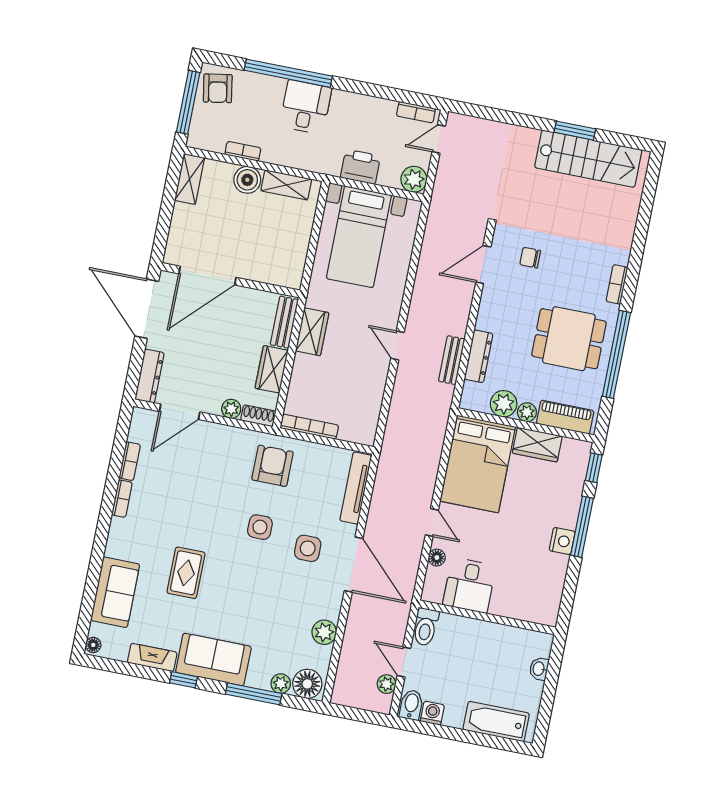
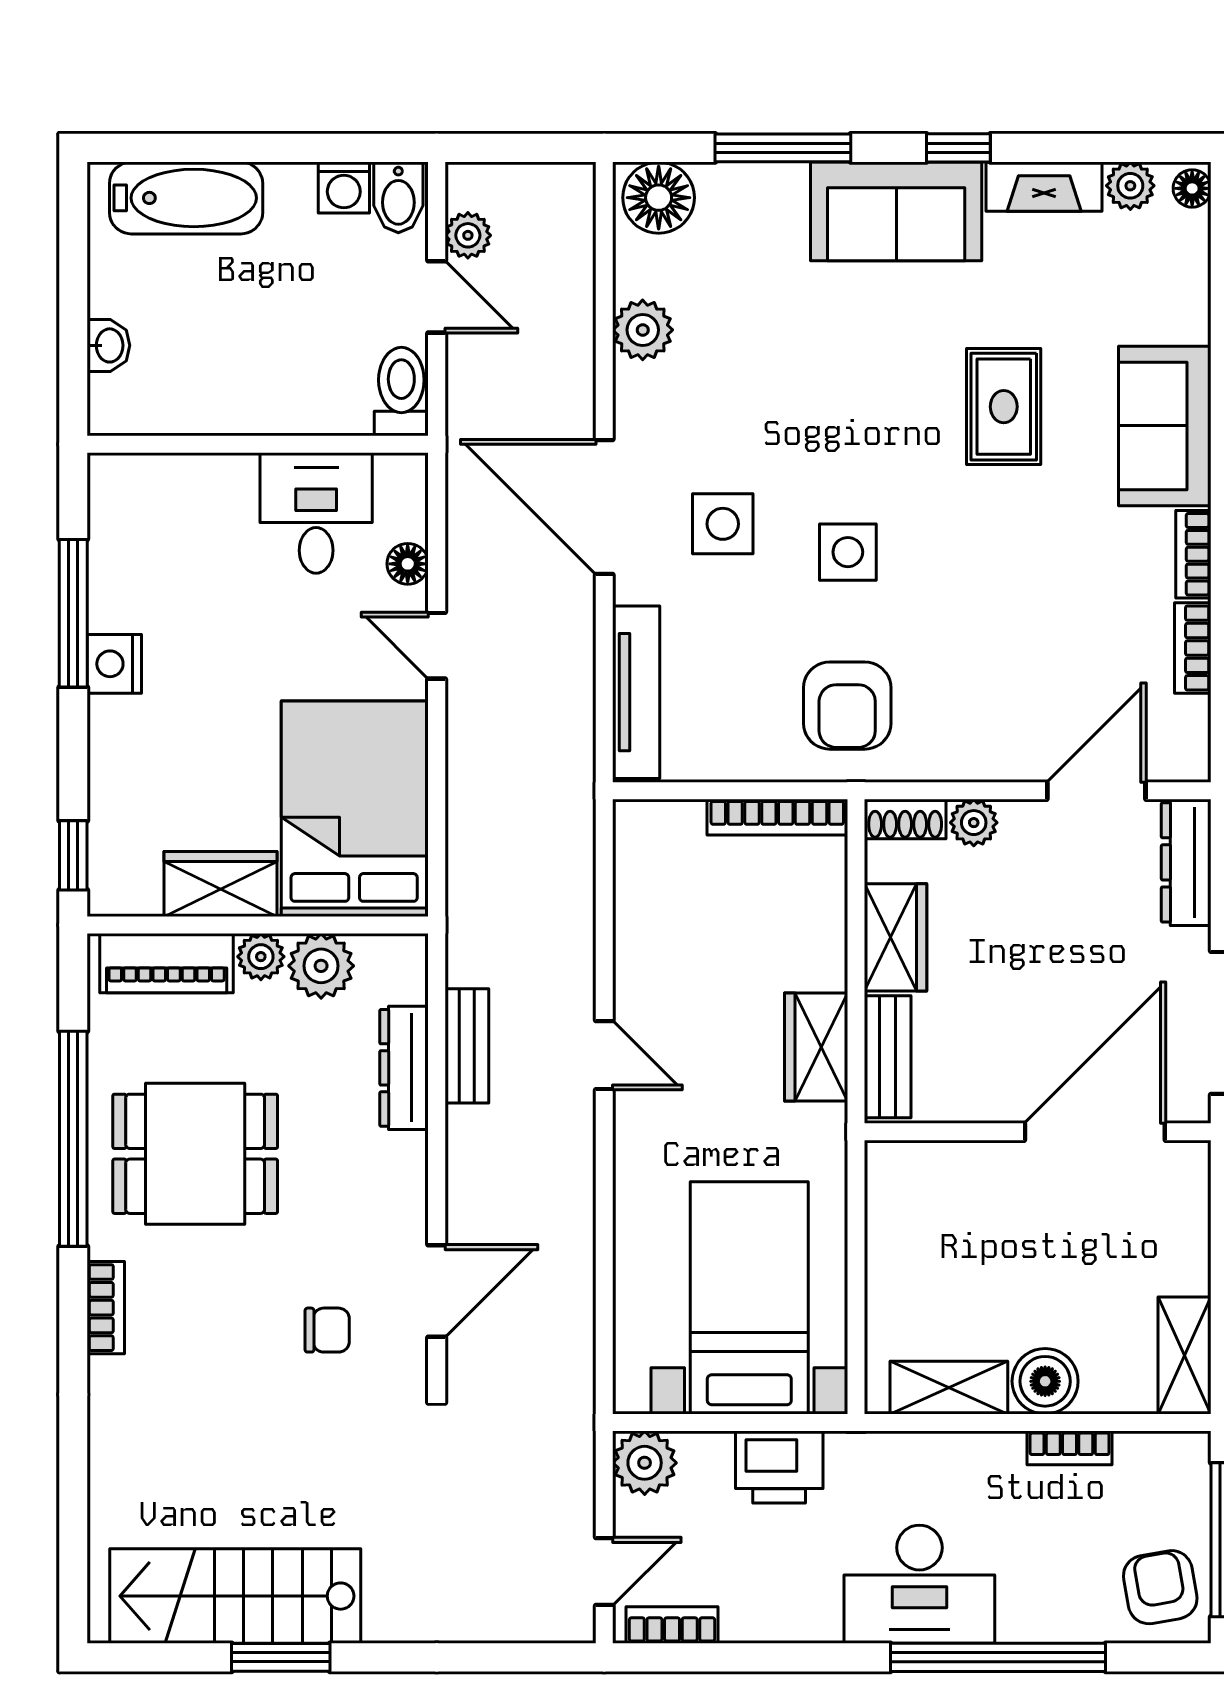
desk: (306, 107) -> (919, 1584), width x1.37
window: (582, 527) -> (73, 613), moved
sofa: (115, 592) -> (1165, 426), moved
plant: (281, 684) -> (1130, 186), moved

